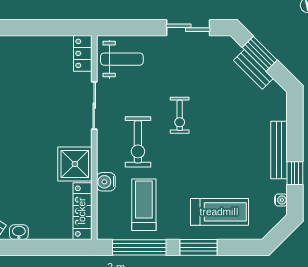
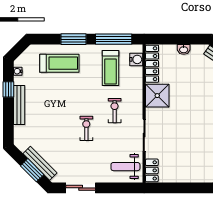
bench: (253, 69) -> (40, 163), width x1.36
exercise bike: (138, 142) -> (115, 111), width x0.73, depth x0.72
water cooler: (106, 182) -> (136, 59), moved
treadmill: (219, 212) -> (59, 63), turned 180
washbasin: (19, 232) -> (184, 49), moved

